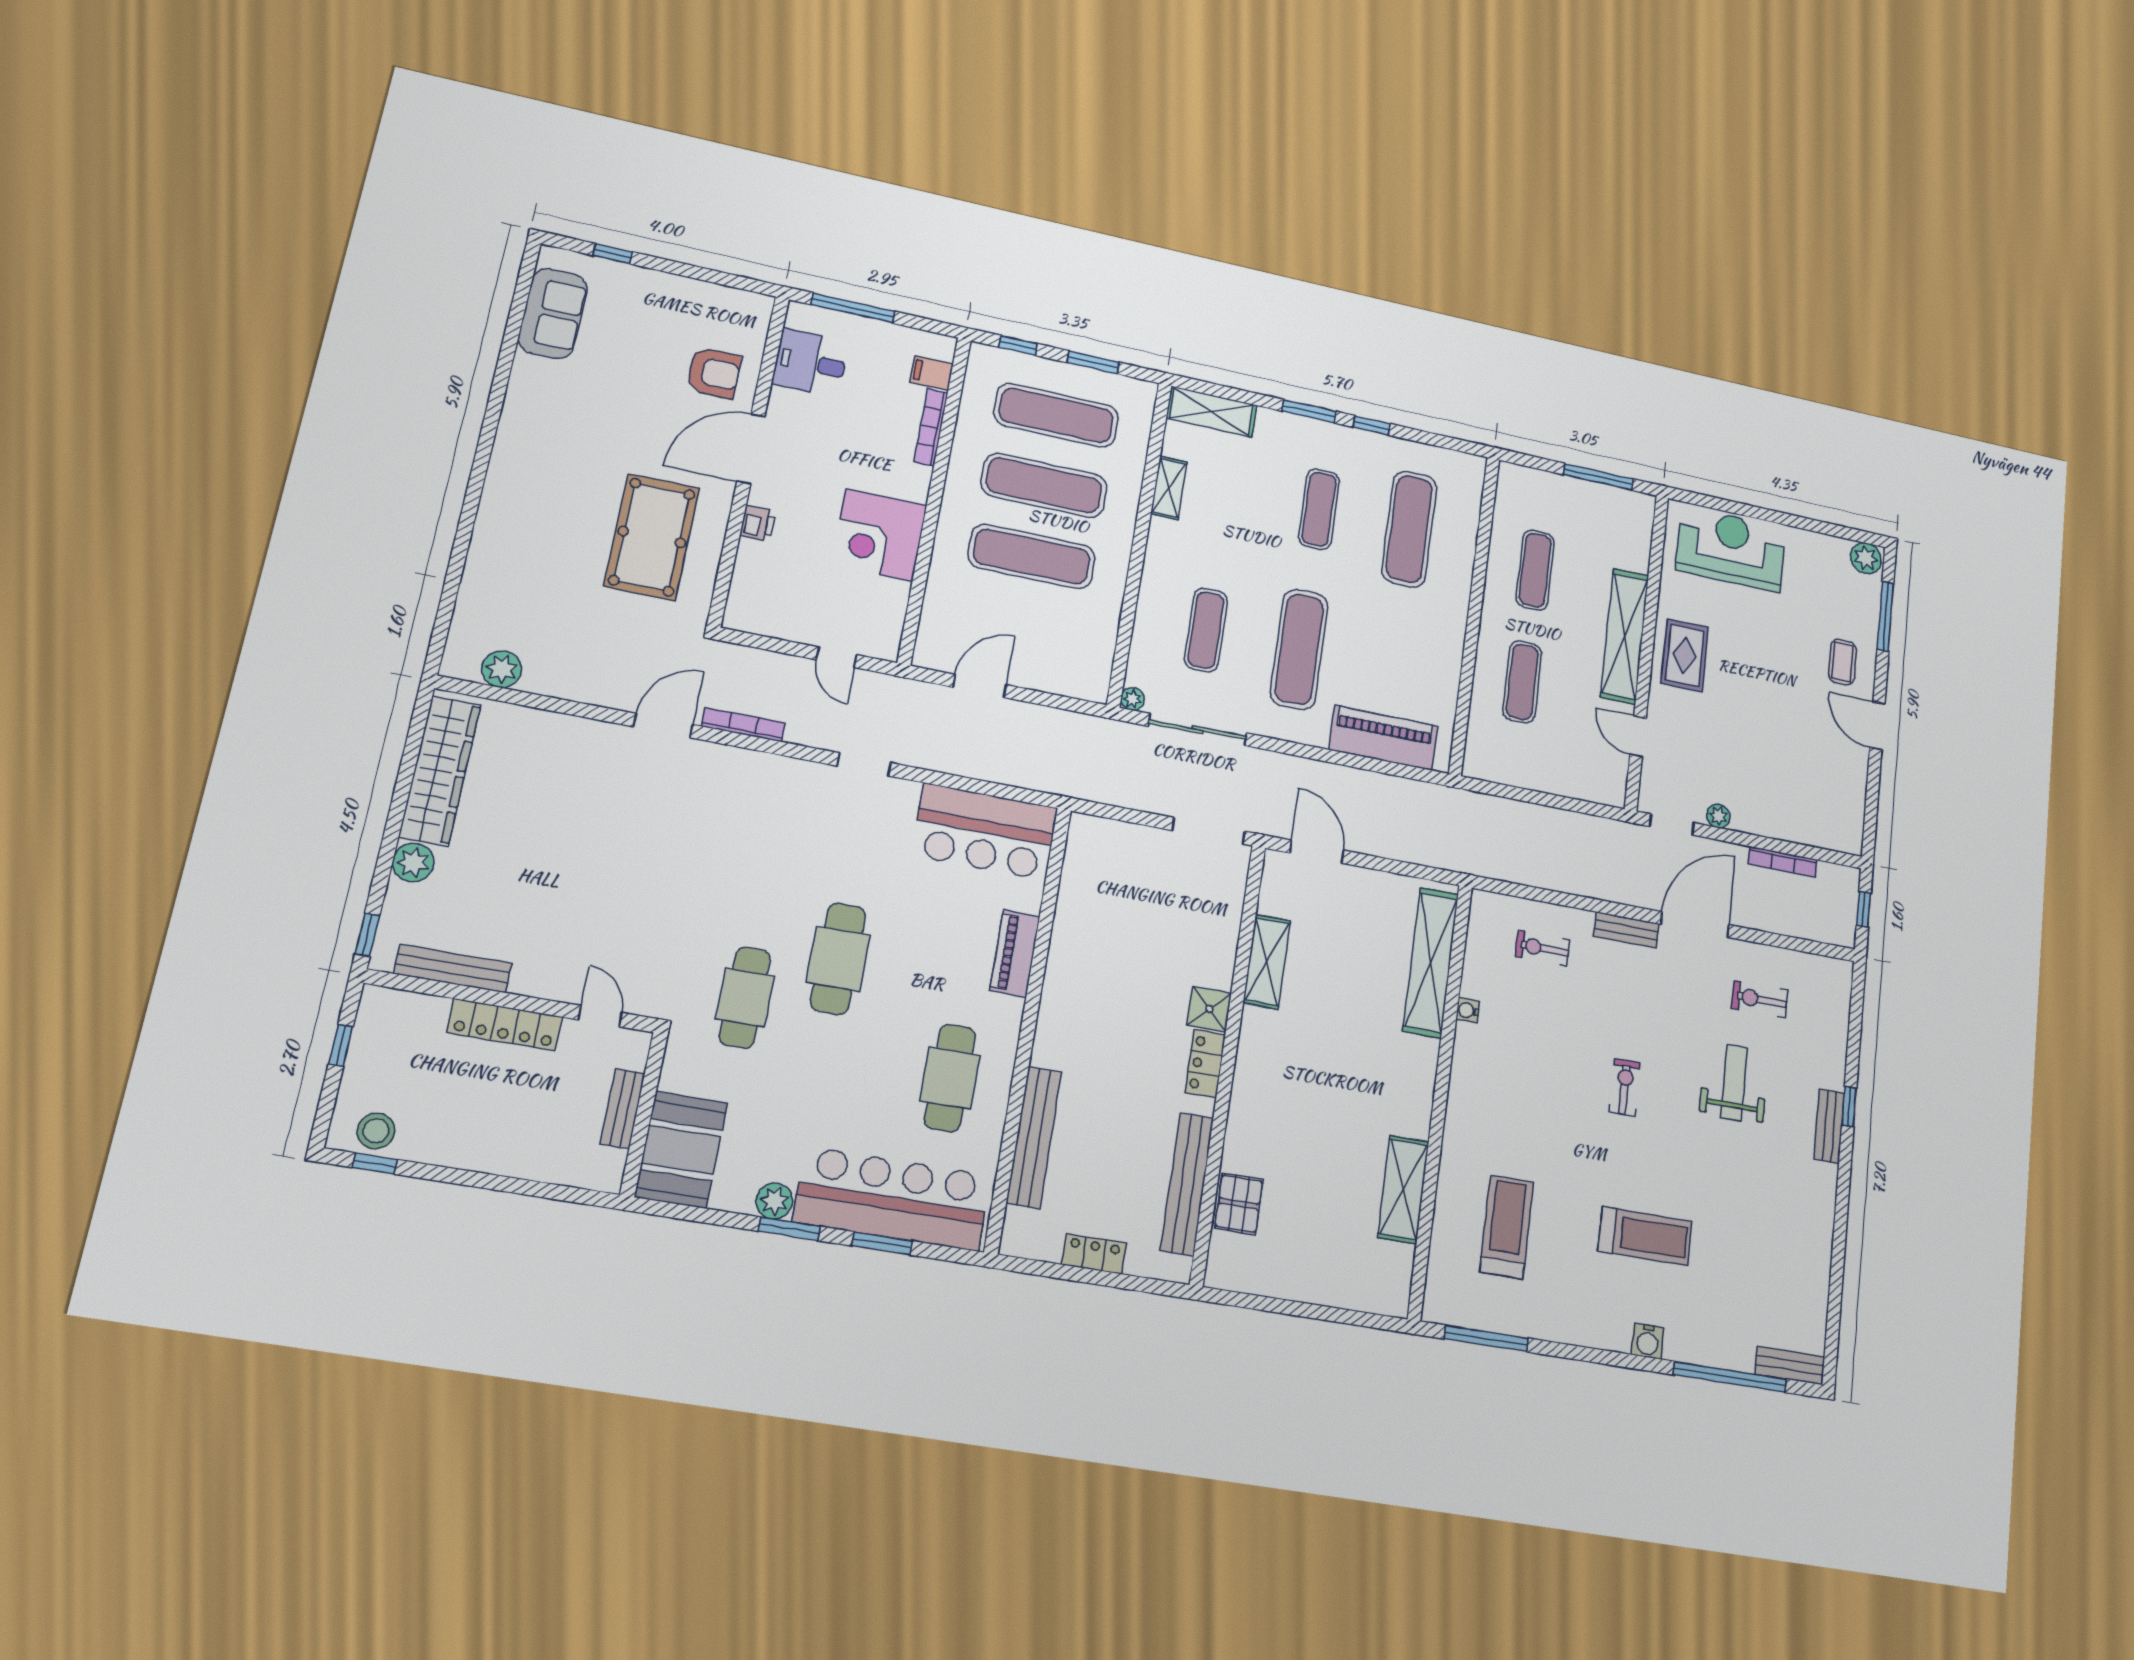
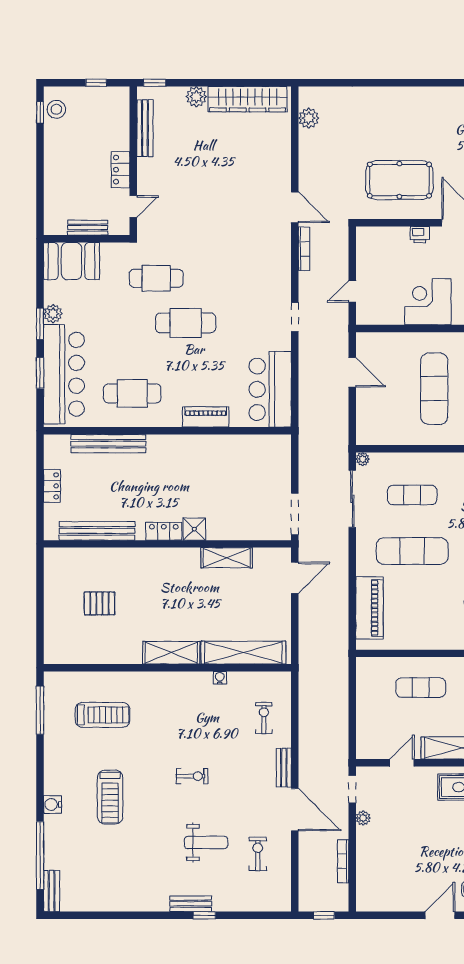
locker: (505, 1025) -> (121, 170), width x0.66
shelving: (1403, 1189) -> (171, 653), moved
pallet: (1239, 1204) -> (99, 603), moved

